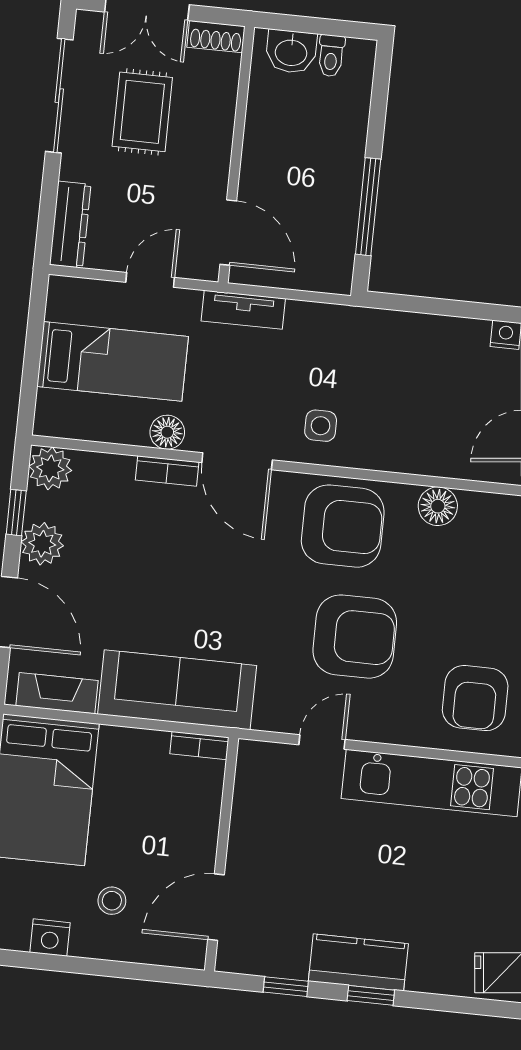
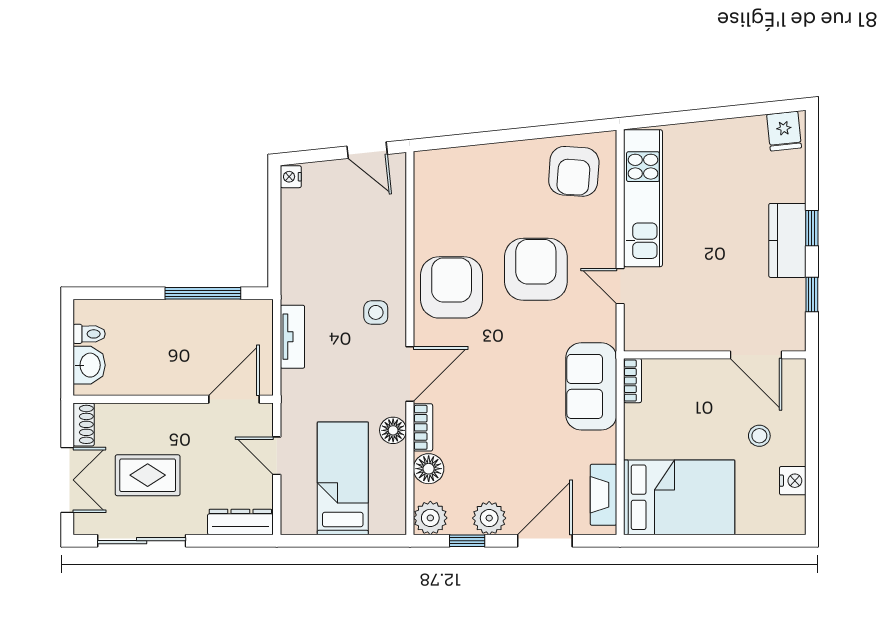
tv unit: (243, 310) -> (292, 337), moved
floor lamp: (438, 506) -> (429, 469), moved
sofa: (177, 690) -> (591, 386), width x0.73
armchair: (475, 698) -> (574, 171), turned 94

